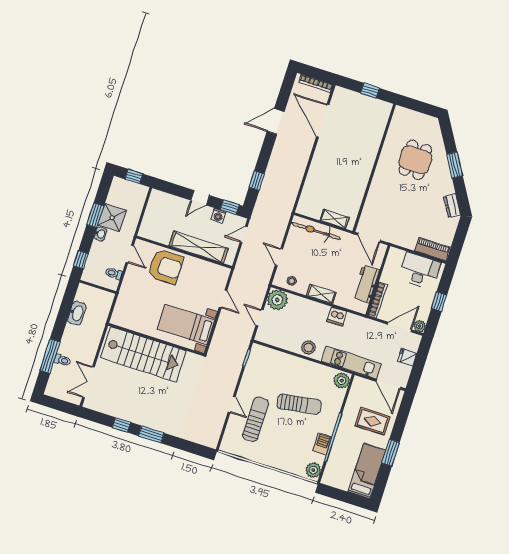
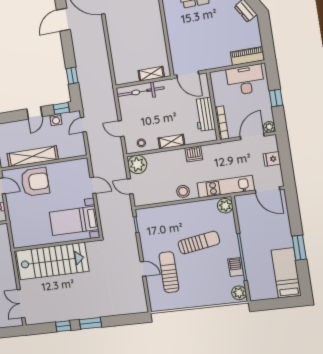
shelving: (199, 247) -> (33, 156), moved
rug: (373, 421) -> (269, 228), removed

